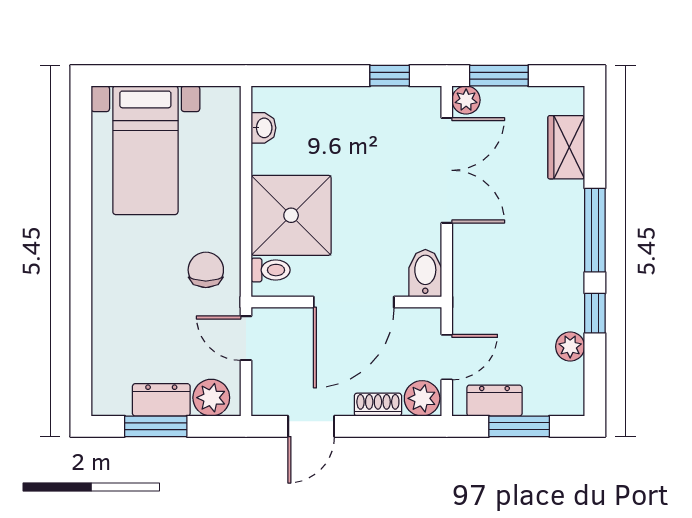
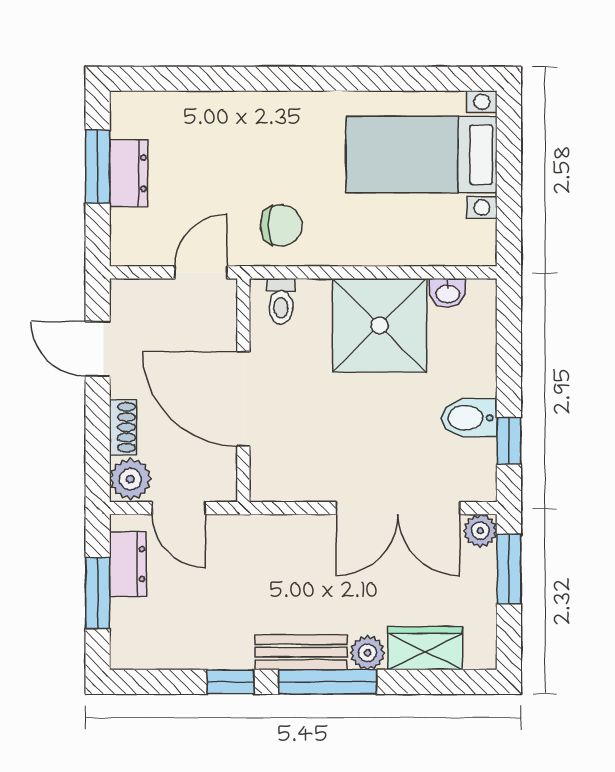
shower: (291, 215) -> (380, 325), moved
bench: (570, 253) -> (301, 652), added
bidet: (425, 273) -> (469, 418), moved, turned 180
plant: (570, 347) -> (367, 653), moved
plant: (211, 398) -> (131, 232), removed

